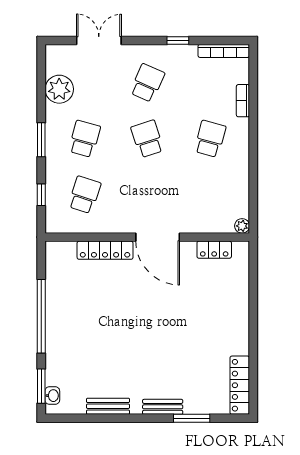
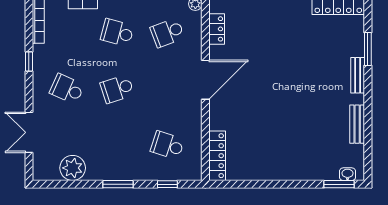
school desk: (85, 139) -> (167, 33), moved, turned -36
locker: (105, 250) -> (217, 156), moved
window: (41, 316) -> (276, 184), removed

